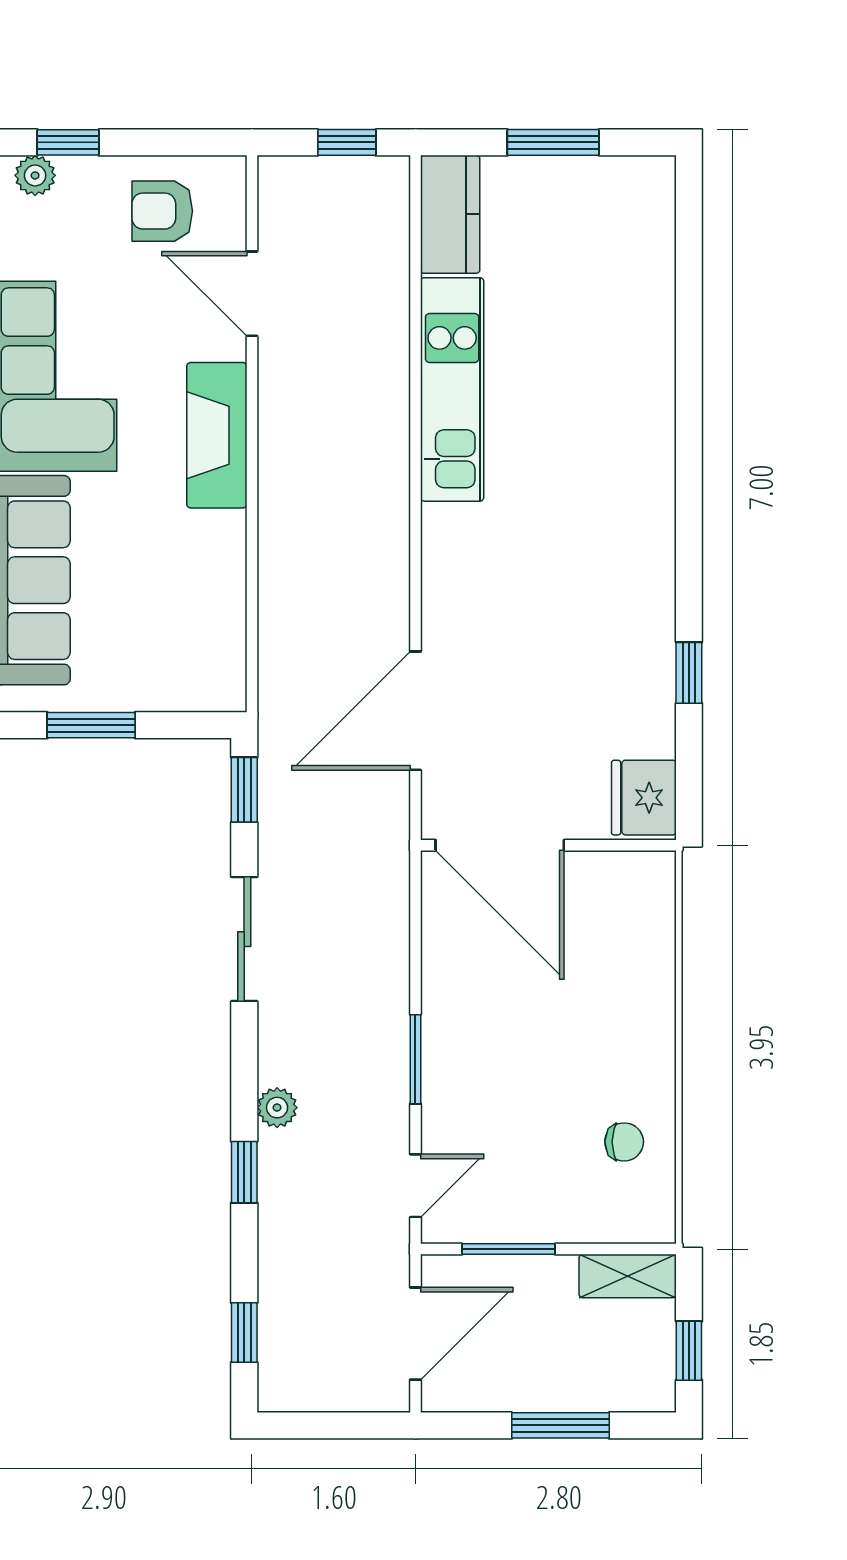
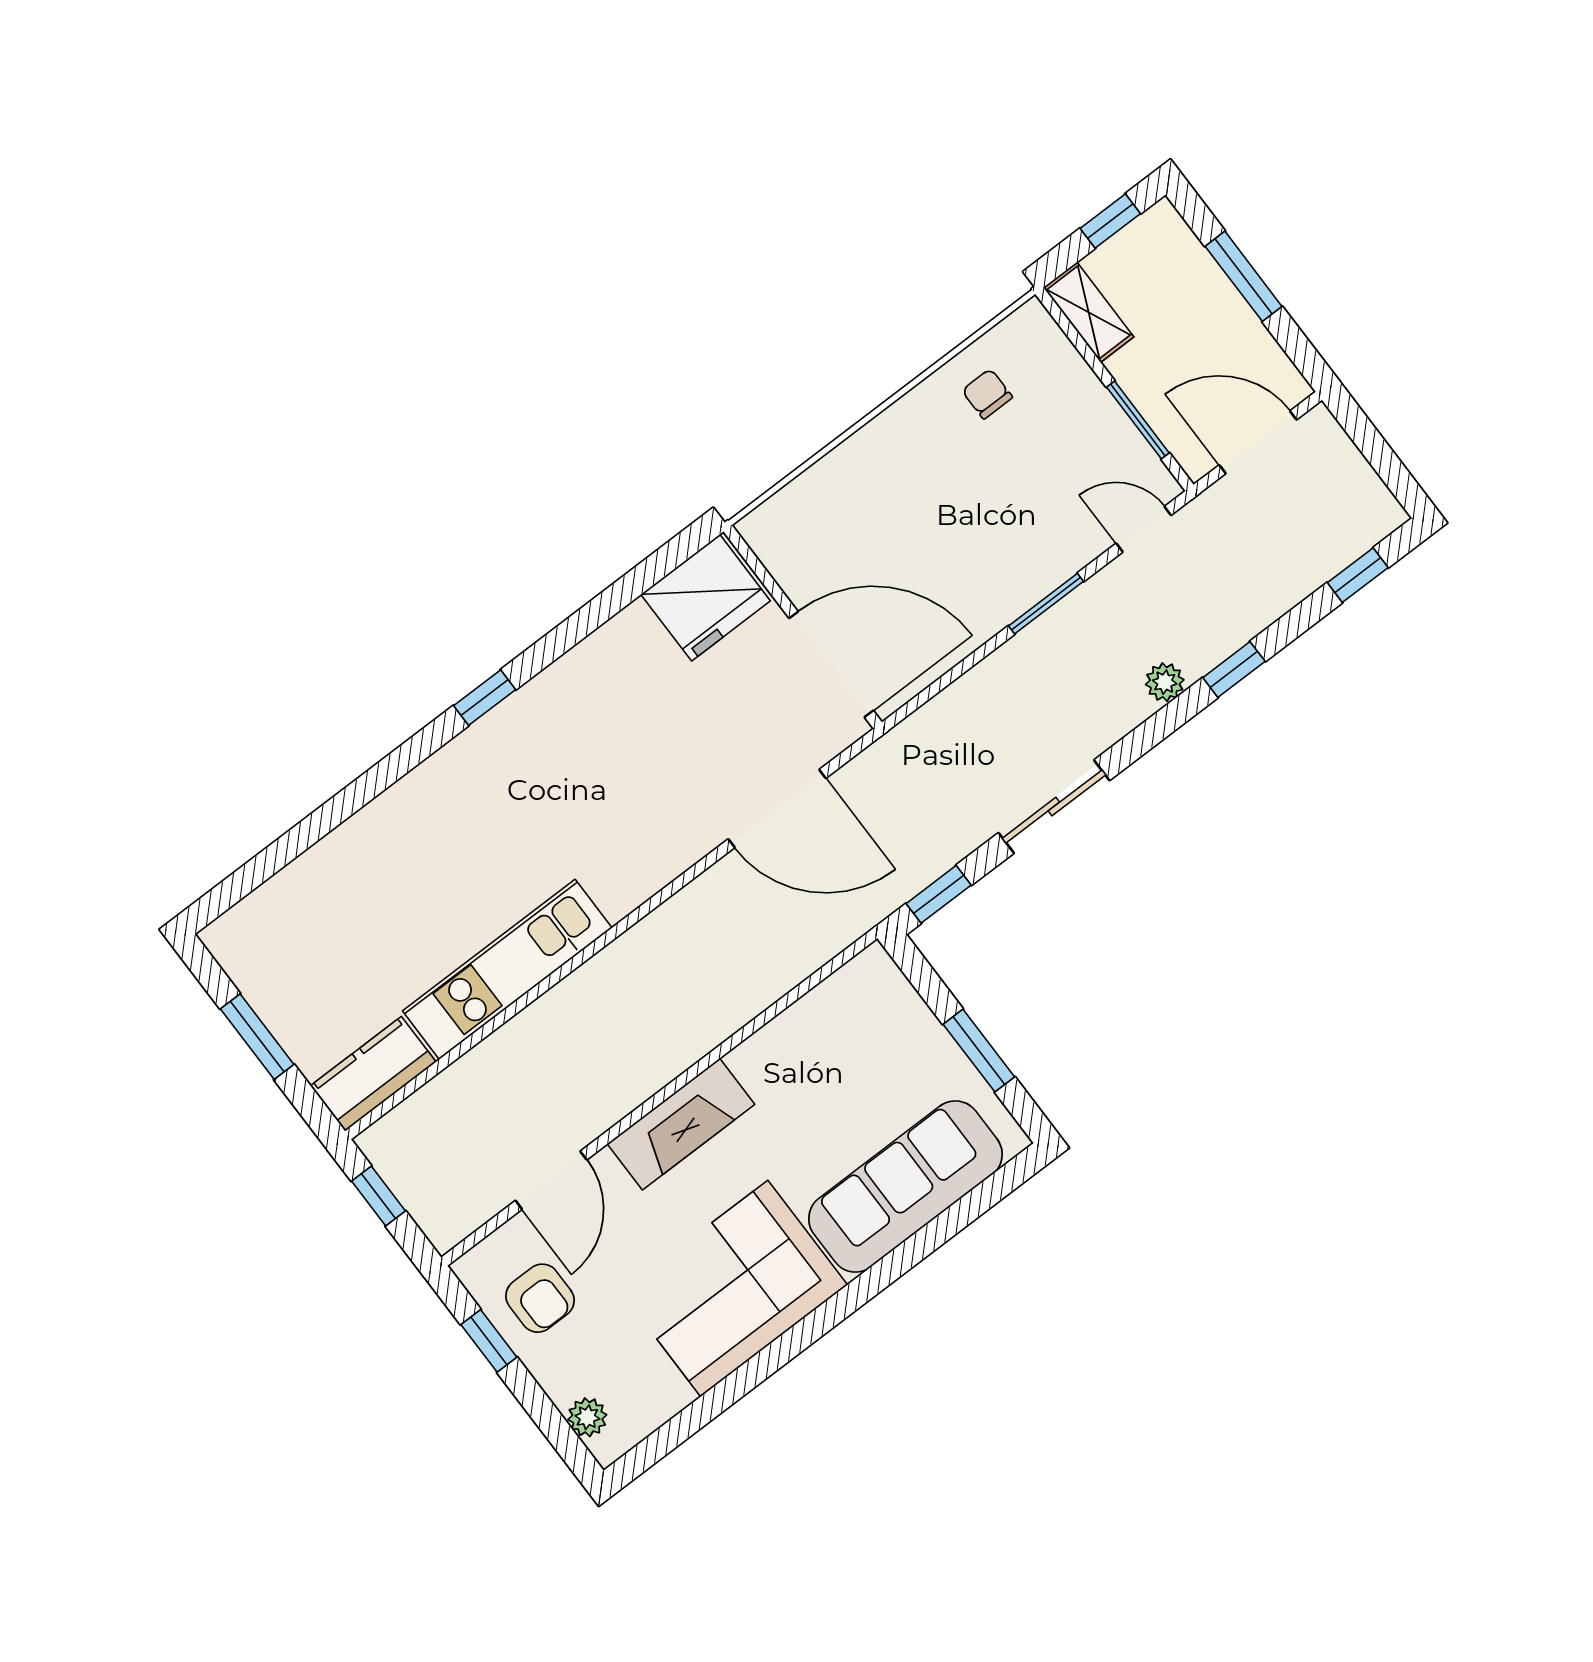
window: (68, 142) -> (489, 1341), moved
window: (689, 673) -> (485, 698), moved
fridge: (644, 798) -> (706, 598), width x1.36, depth x1.34
door: (500, 845) -> (831, 664), hinge flipped

